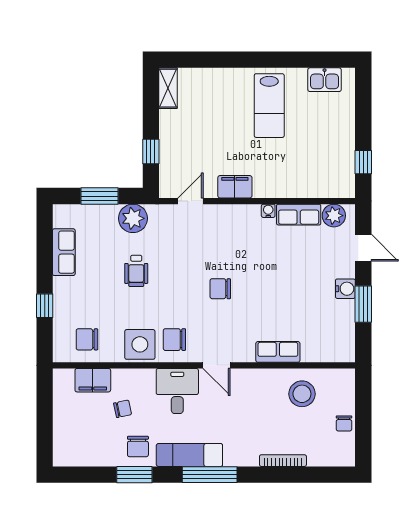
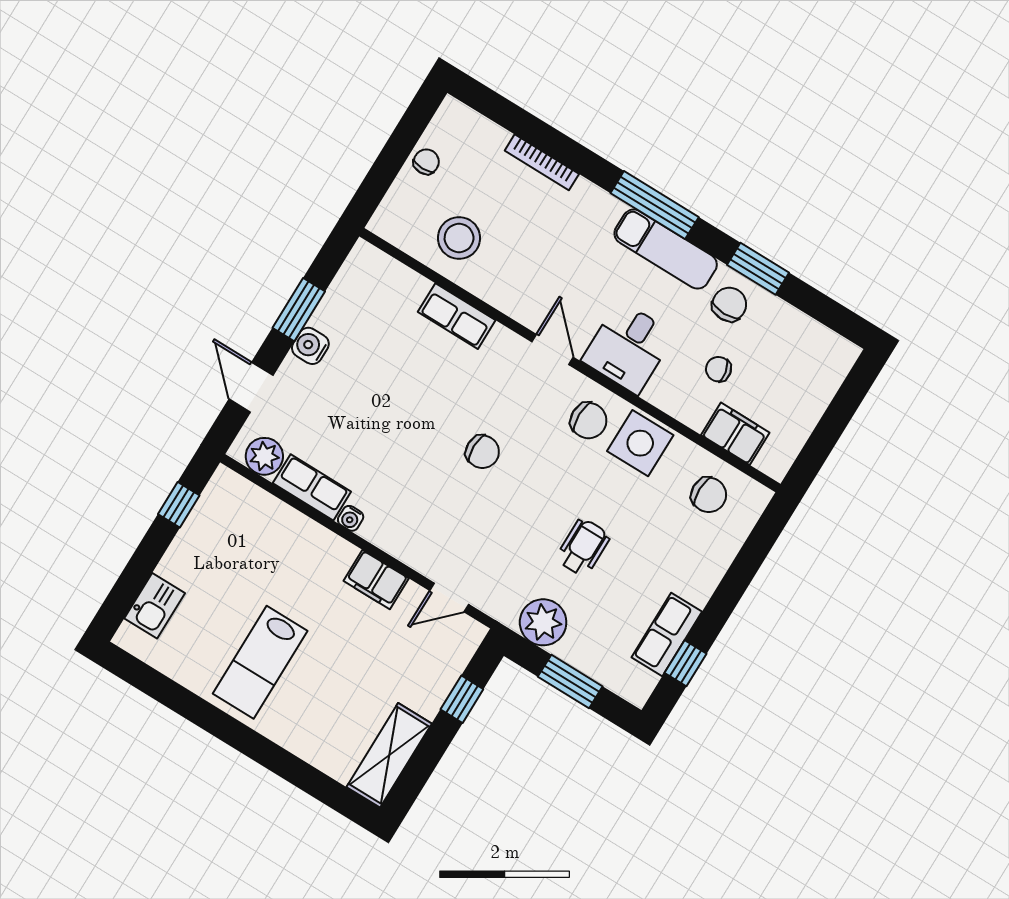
kitchen sink: (325, 80) -> (155, 606), moved, turned 90
shelving: (168, 88) -> (389, 755), width x1.50, depth x1.33
lab bench: (269, 106) -> (260, 662), turned 180
window: (45, 306) -> (686, 663), moved

